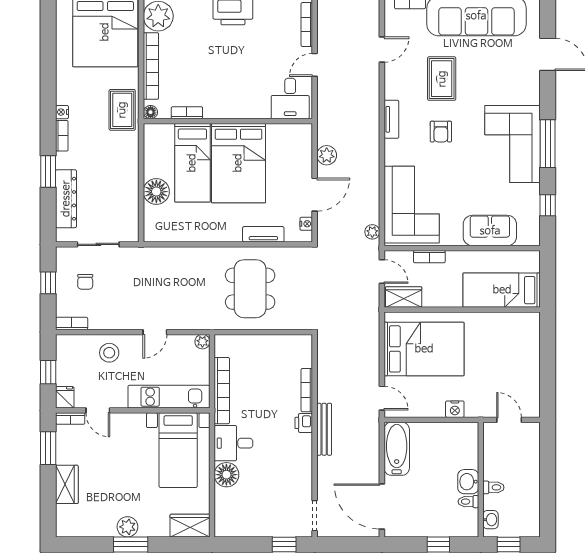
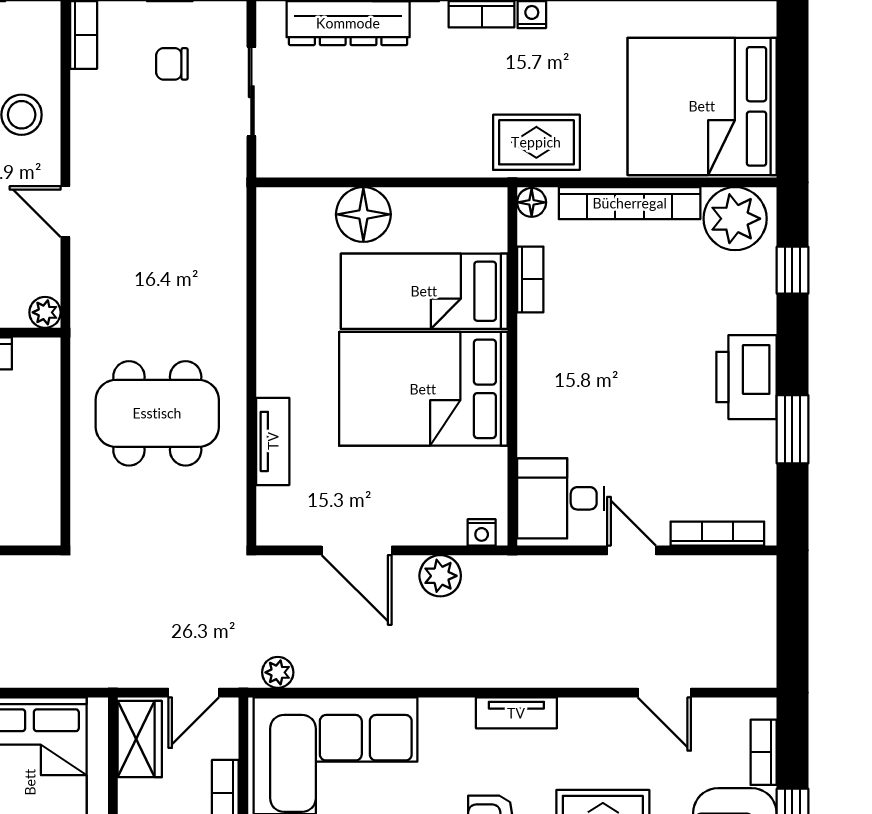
nightstand: (306, 224) -> (482, 532), moved

